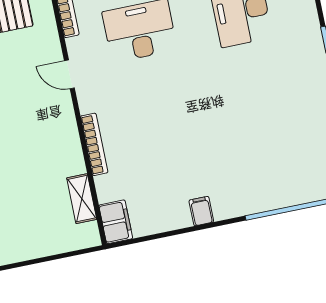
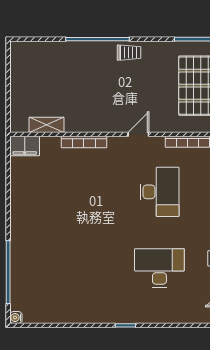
filing cabinet: (201, 211) -> (20, 210), removed

